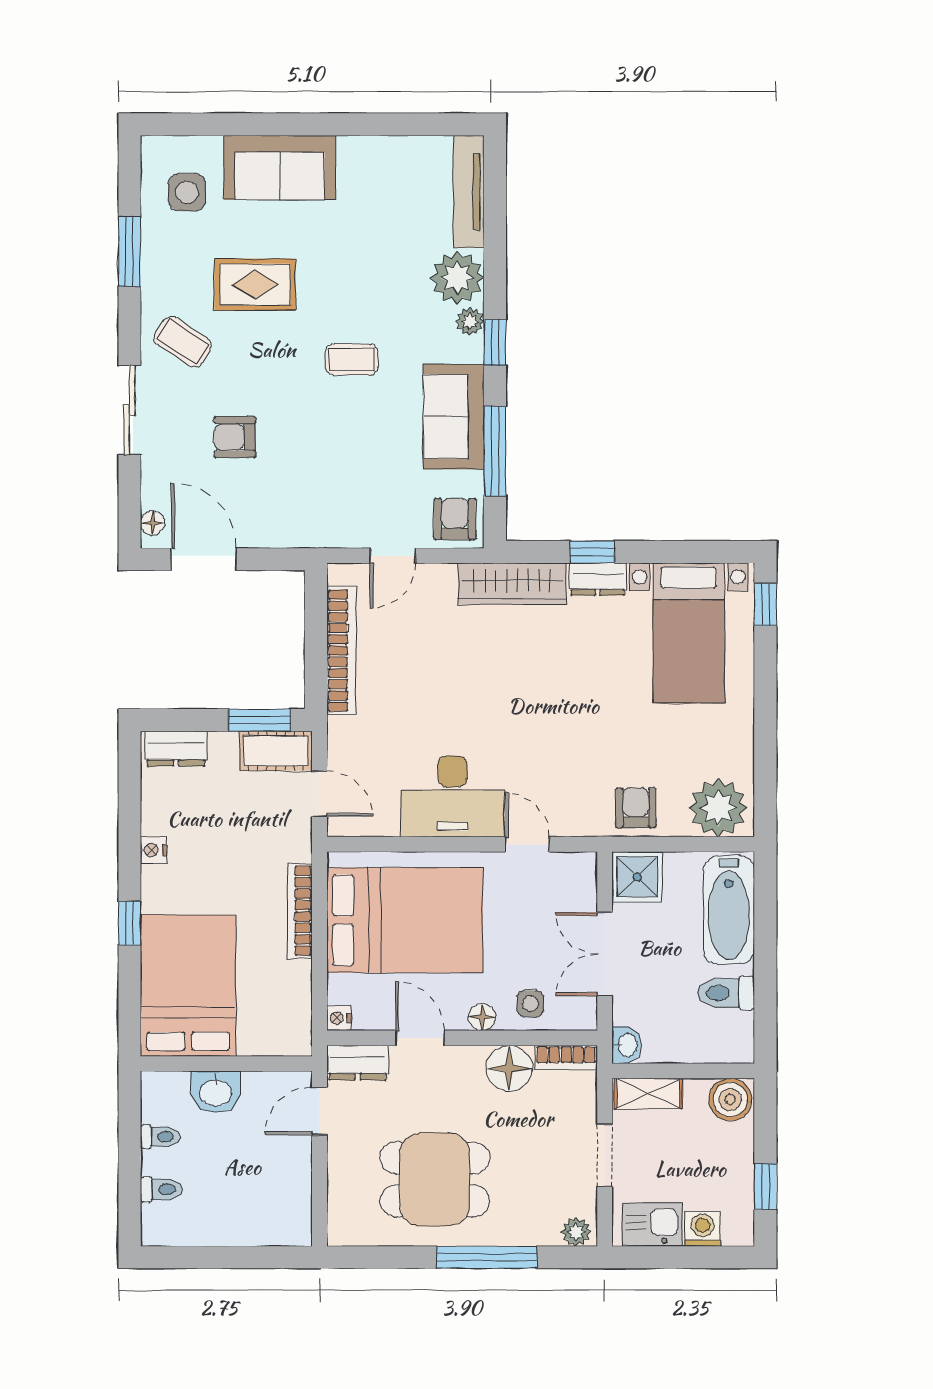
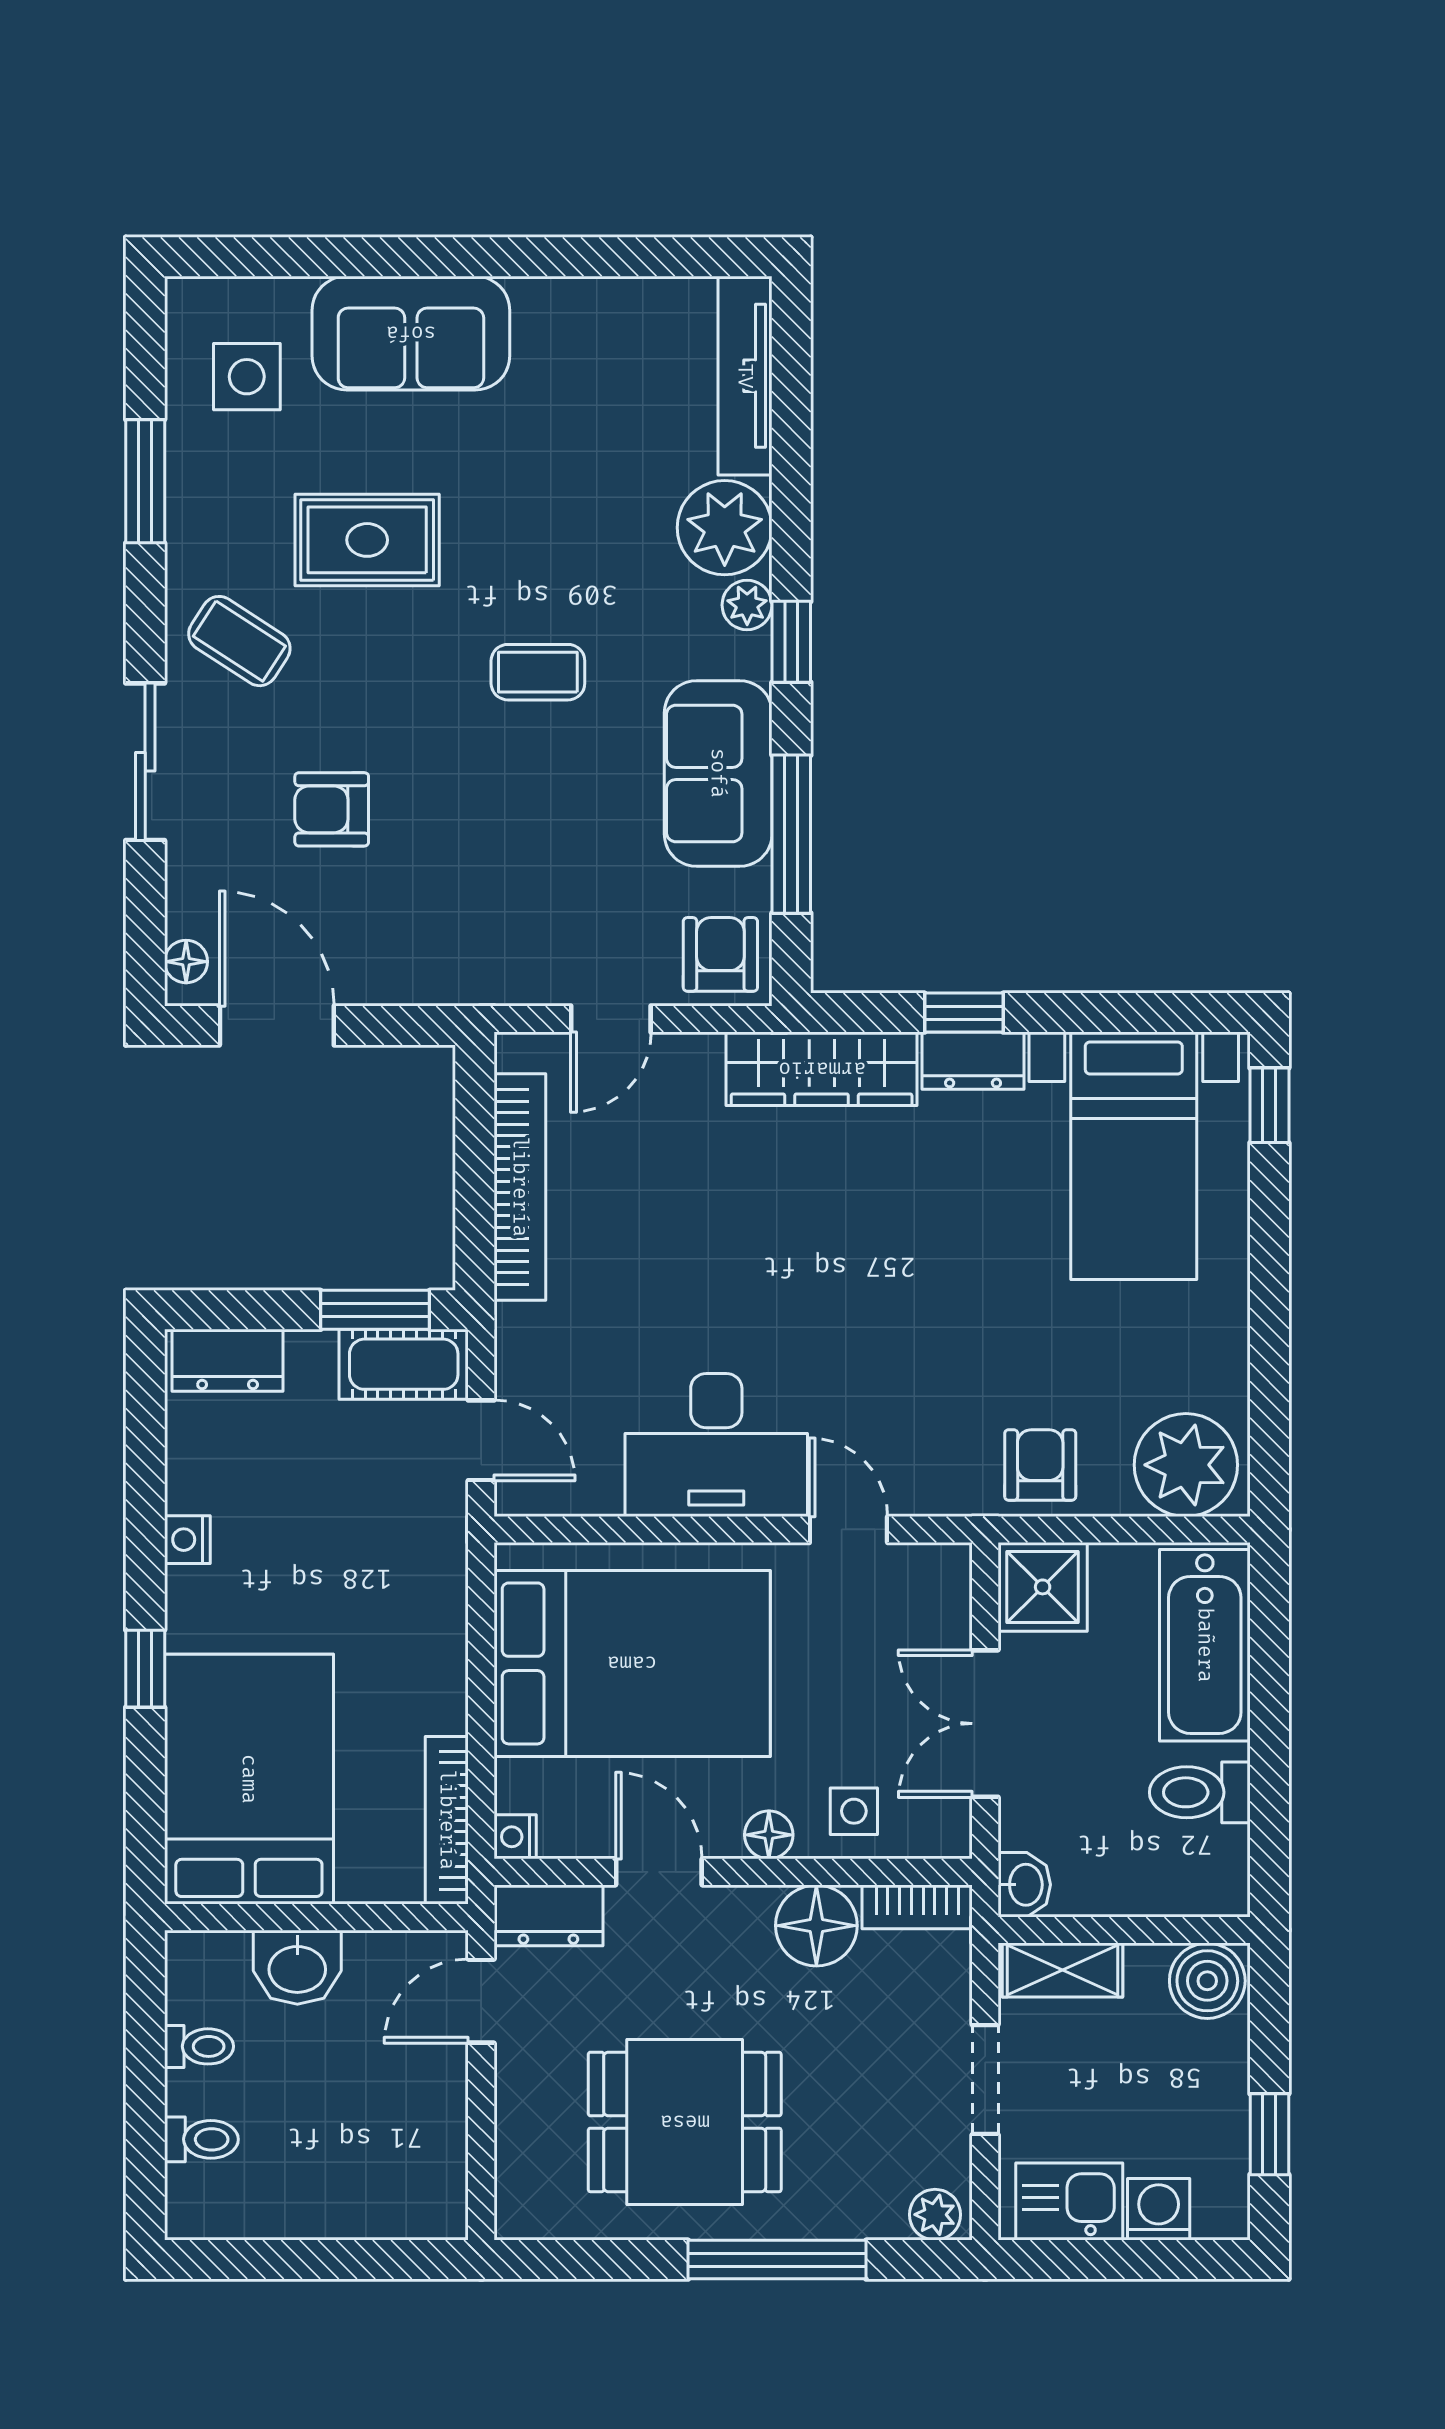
bookcase: (300, 911) -> (447, 1820), moved

